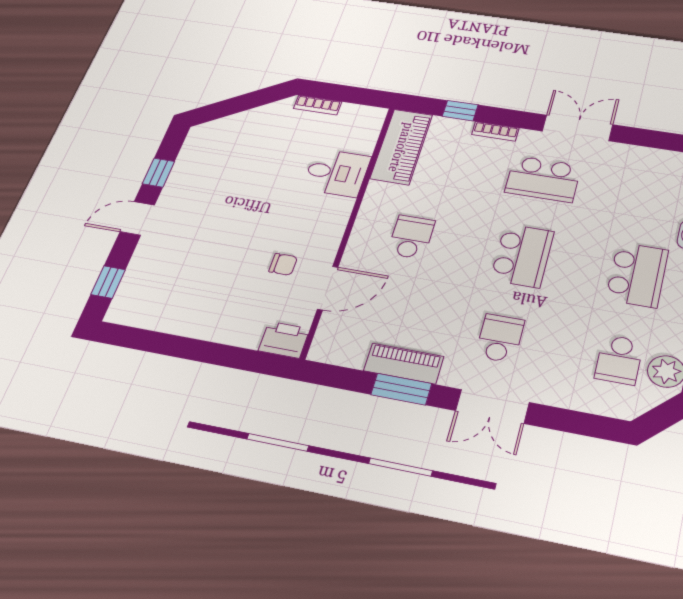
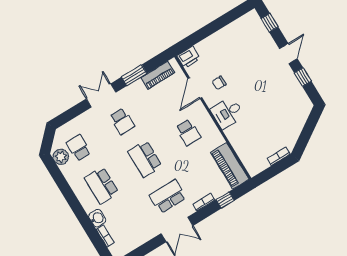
desk: (337, 173) -> (227, 113), moved
piano: (404, 364) -> (158, 75), moved

